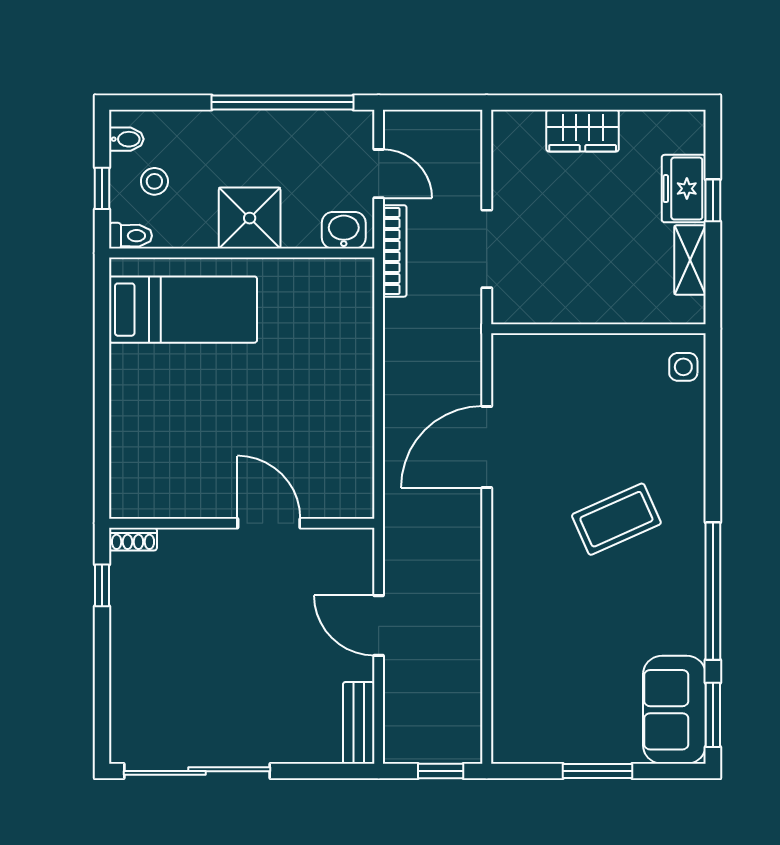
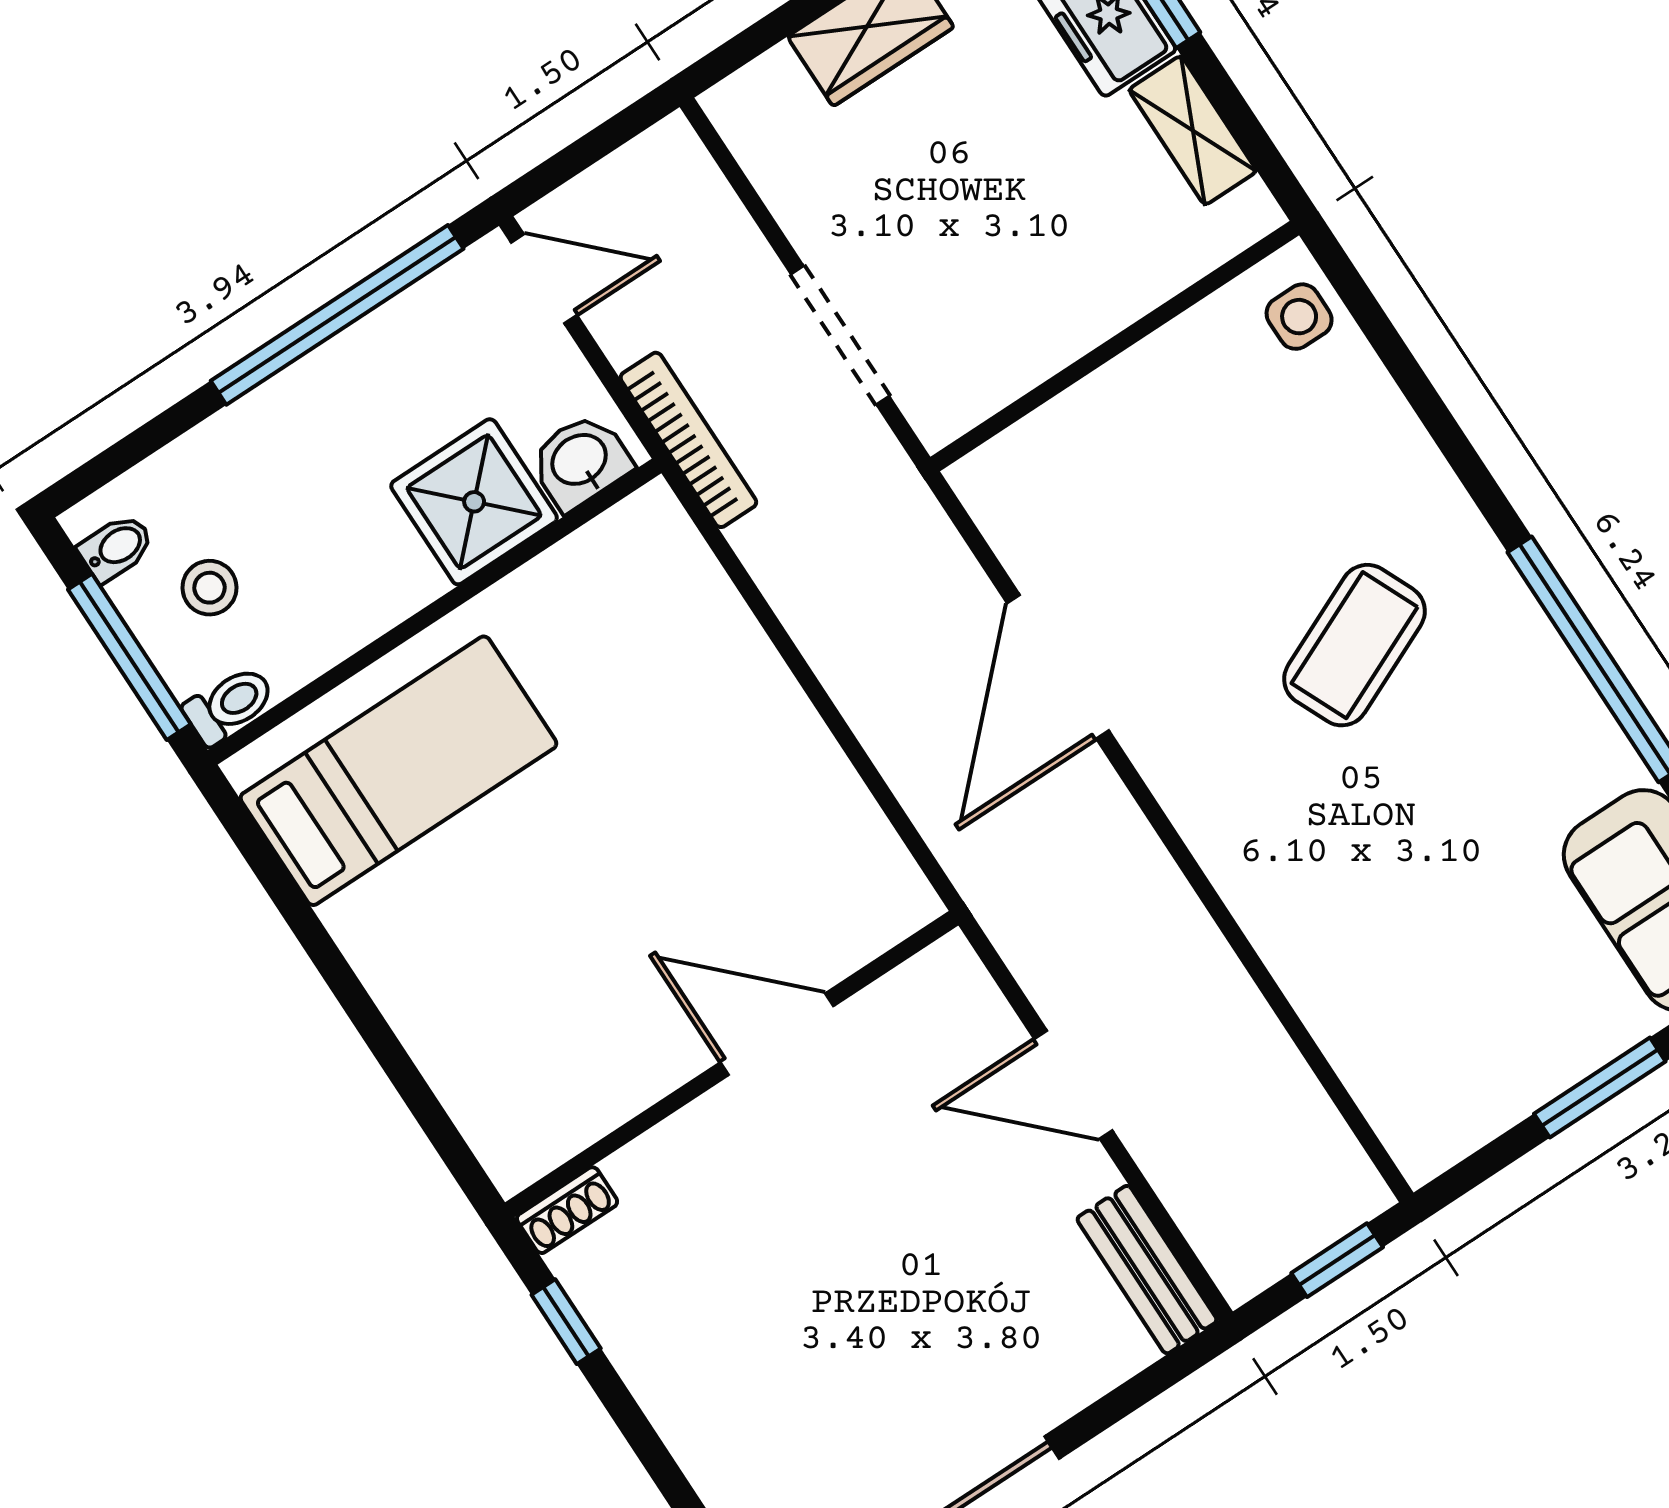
door: (379, 174) -> (544, 279), moved
window: (102, 188) -> (129, 657), width x2.17
shower: (250, 218) -> (474, 502), moved

